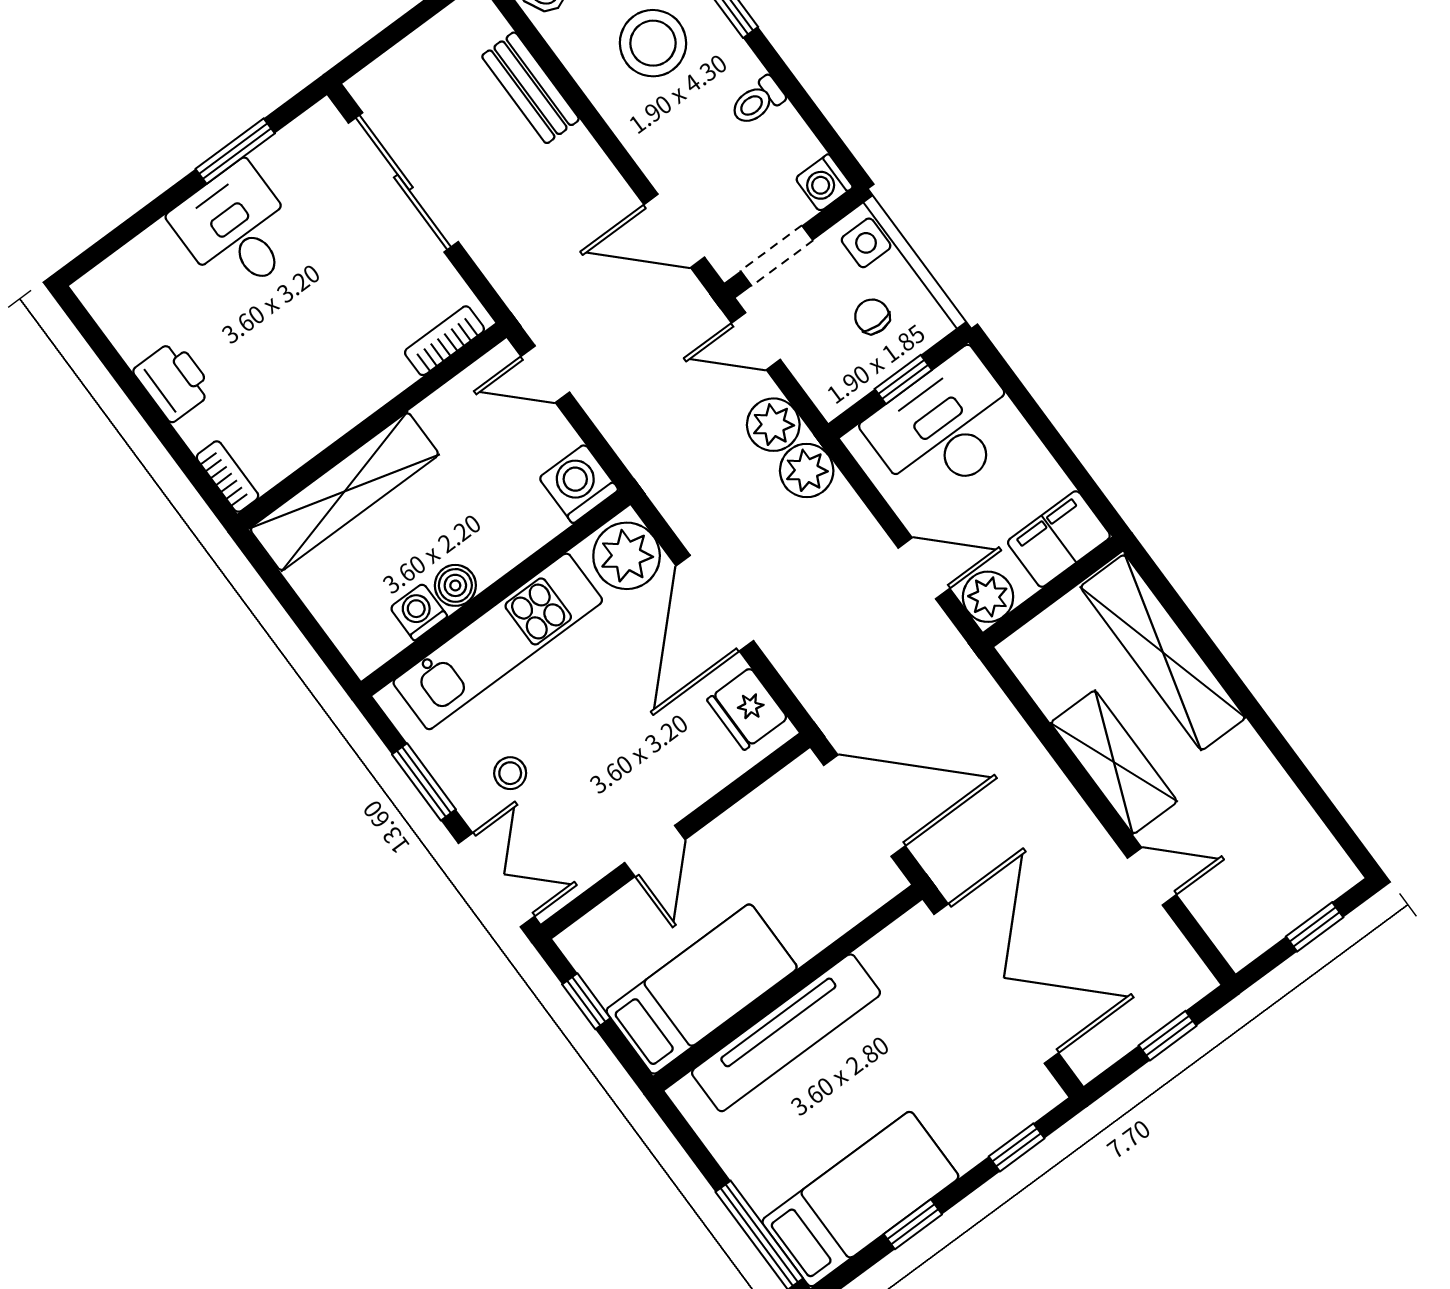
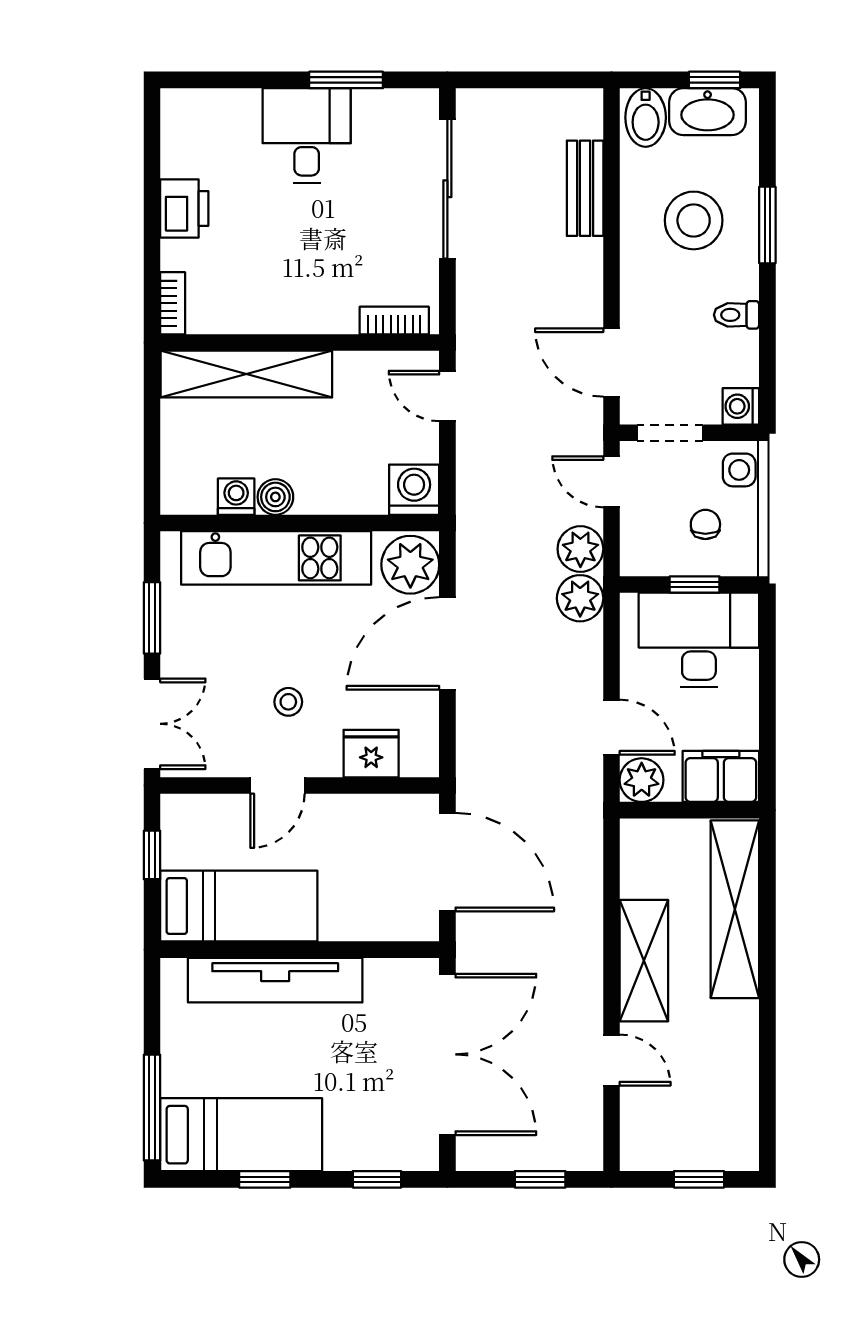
fridge: (747, 709) -> (371, 754), moved, turned 90
stool: (510, 773) -> (288, 702), moved

